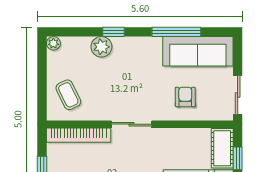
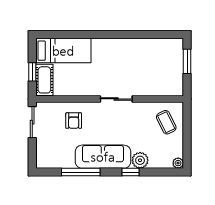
sofa: (198, 51) -> (103, 157), moved
bookcase: (79, 135) -> (158, 90), removed

